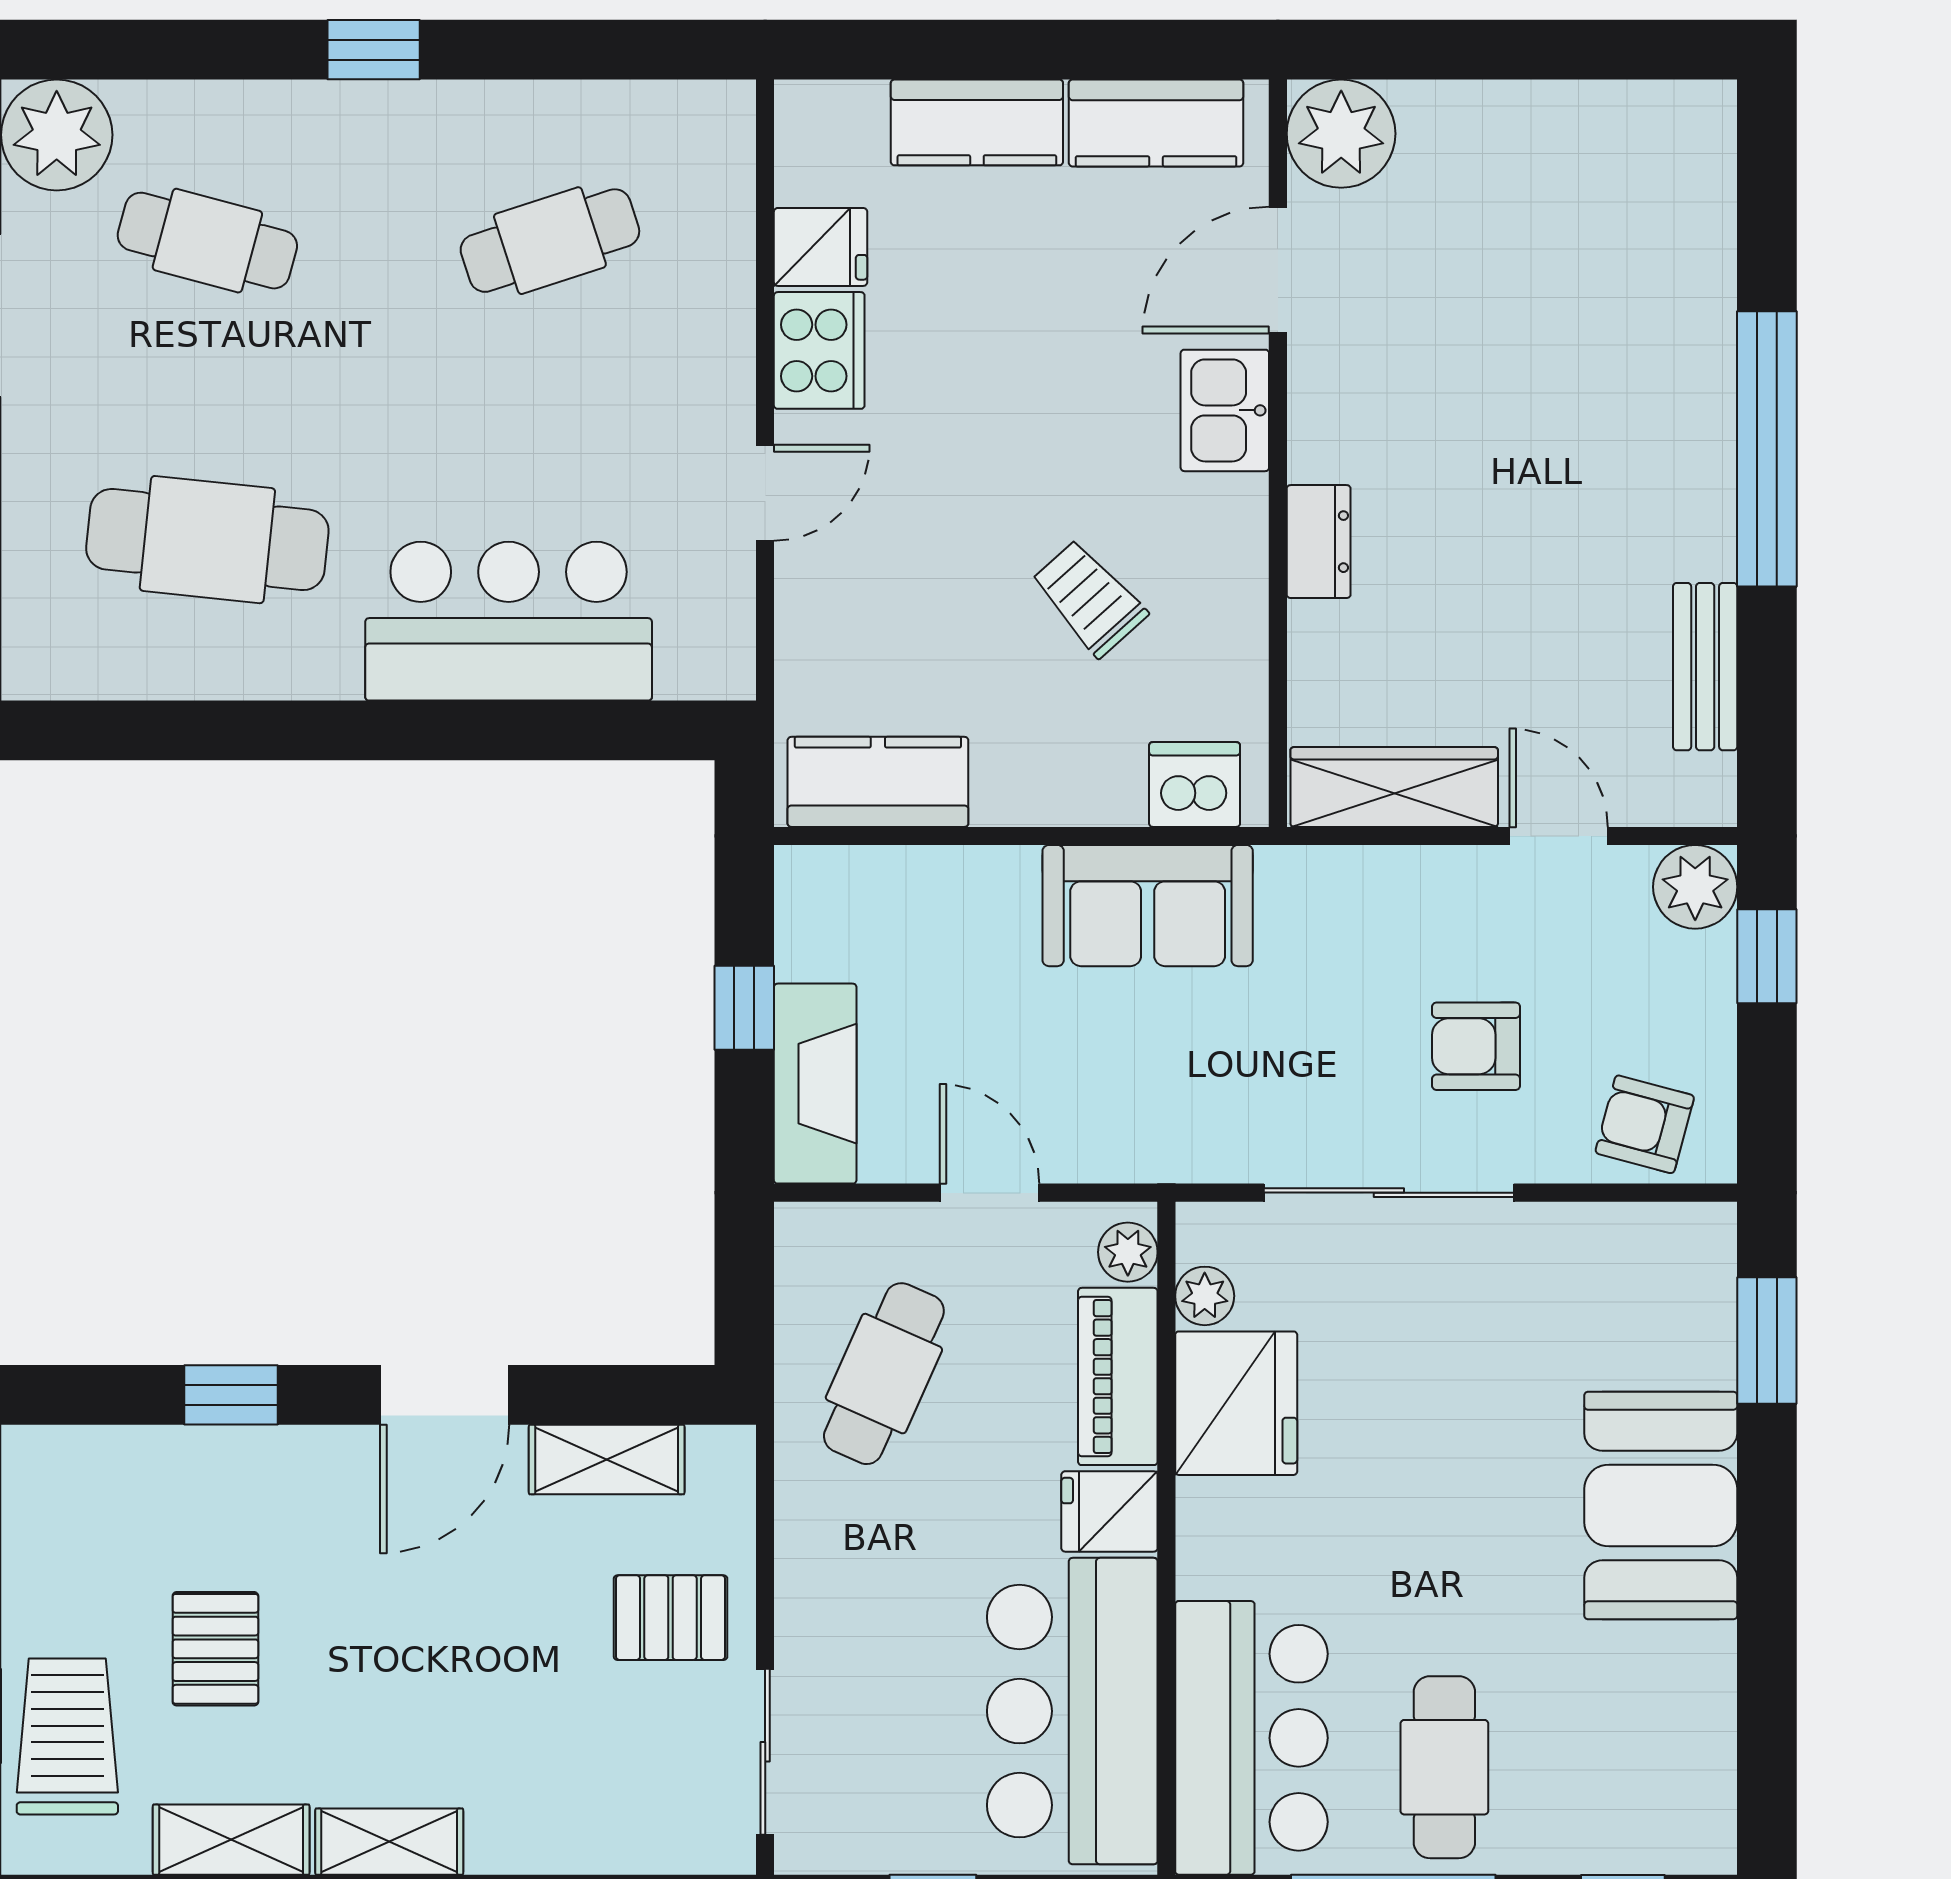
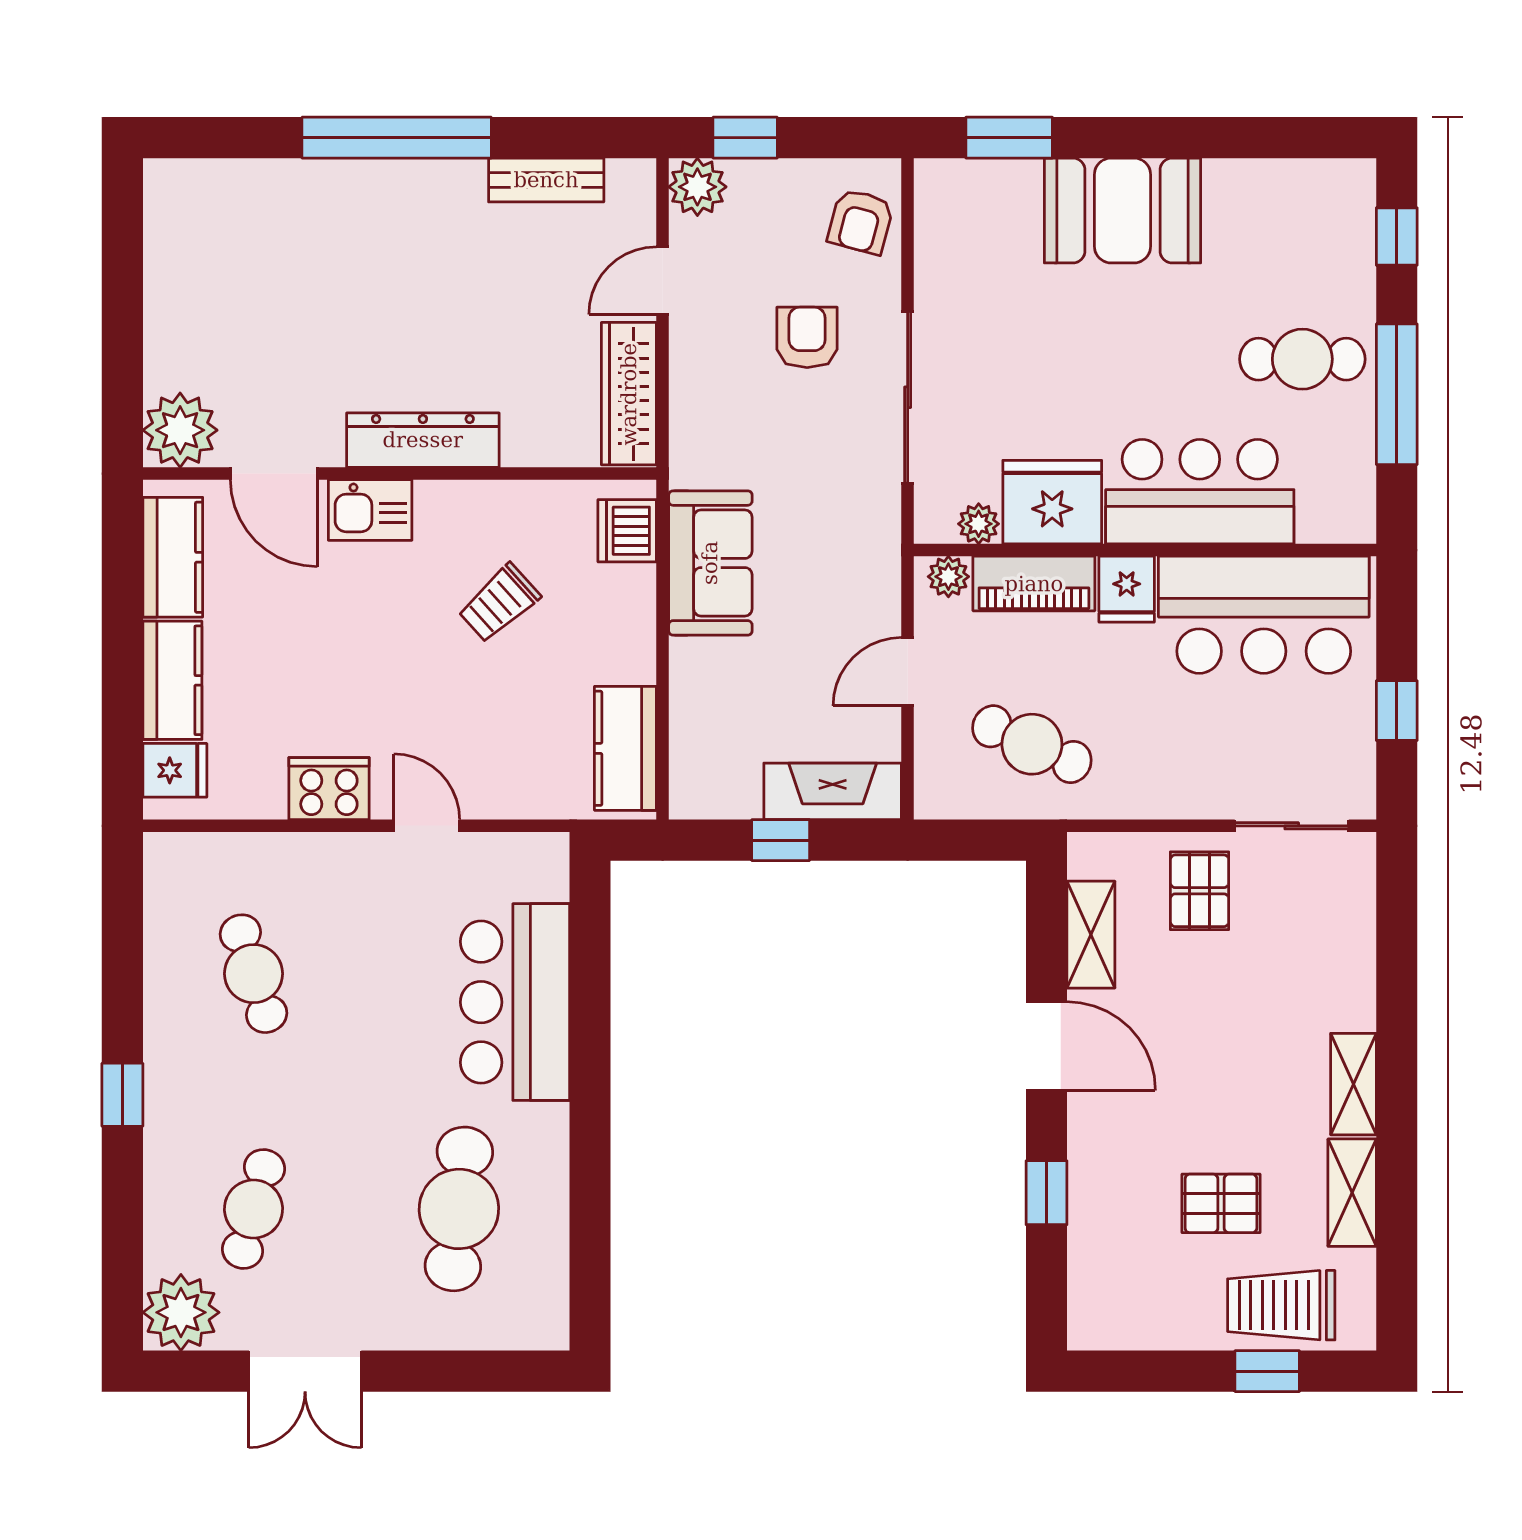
fridge: (821, 247) -> (175, 770), moved, turned 90
dresser: (1319, 542) -> (423, 440), width x1.96, depth x1.24
armchair: (1476, 1046) -> (807, 337), turned 180
bar counter: (1251, 1738) -> (1200, 492), moved

